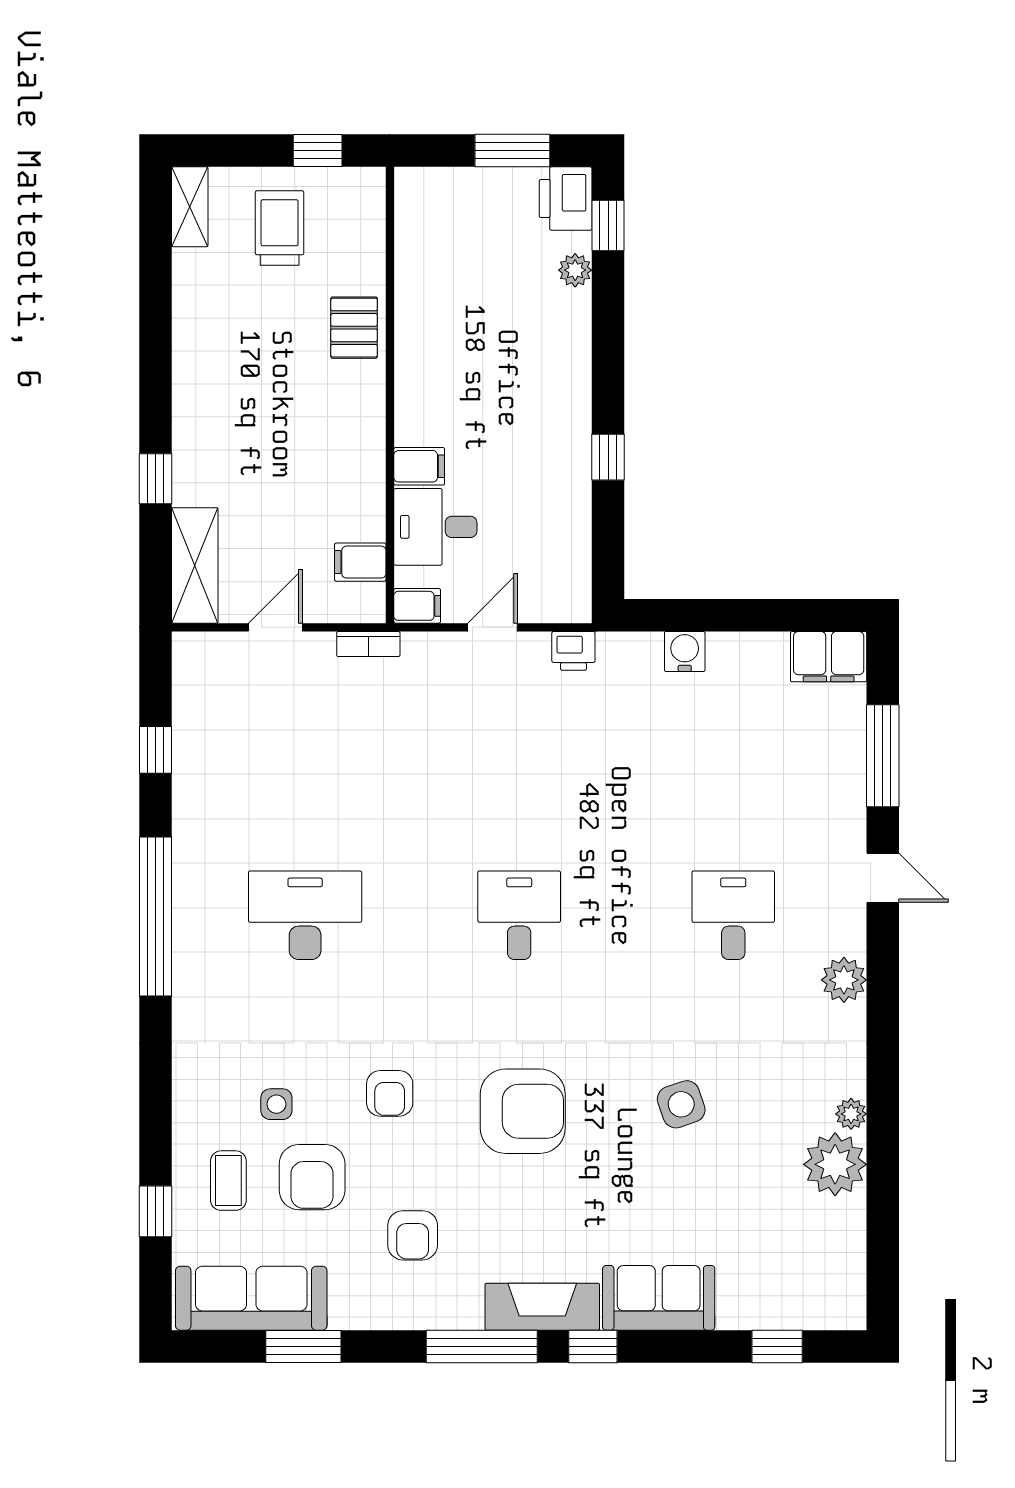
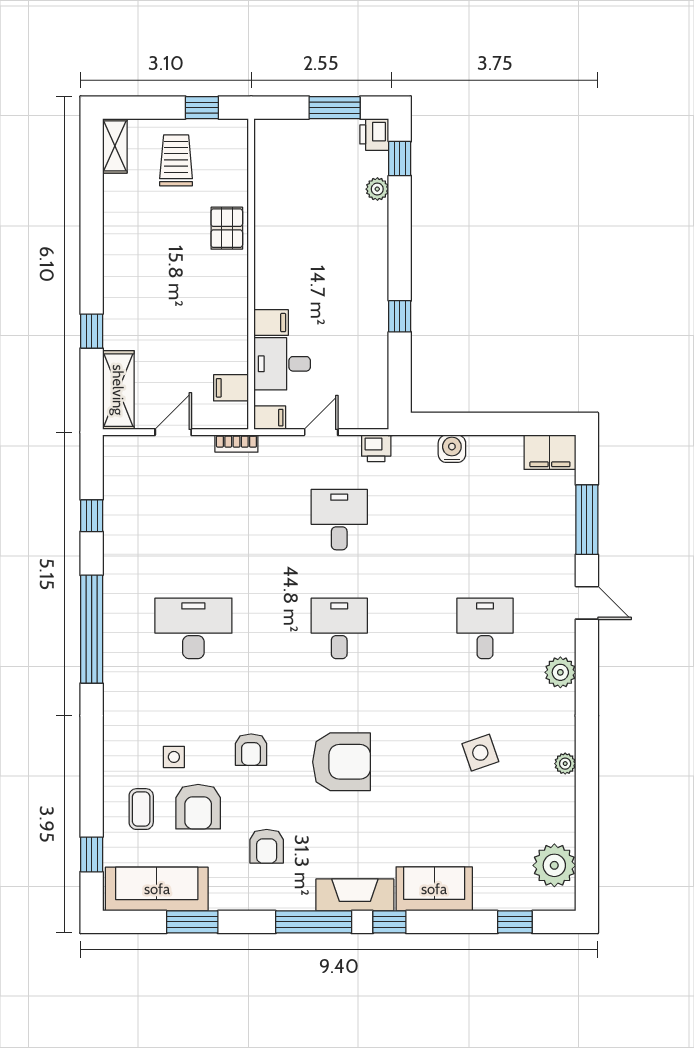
printer: (566, 199) -> (374, 134), width x0.73, depth x0.81
desk: (519, 755) -> (339, 520), added
side table: (681, 1104) -> (480, 753), moved
plant: (835, 1164) -> (554, 865), moved
window: (156, 1211) -> (92, 854), moved

